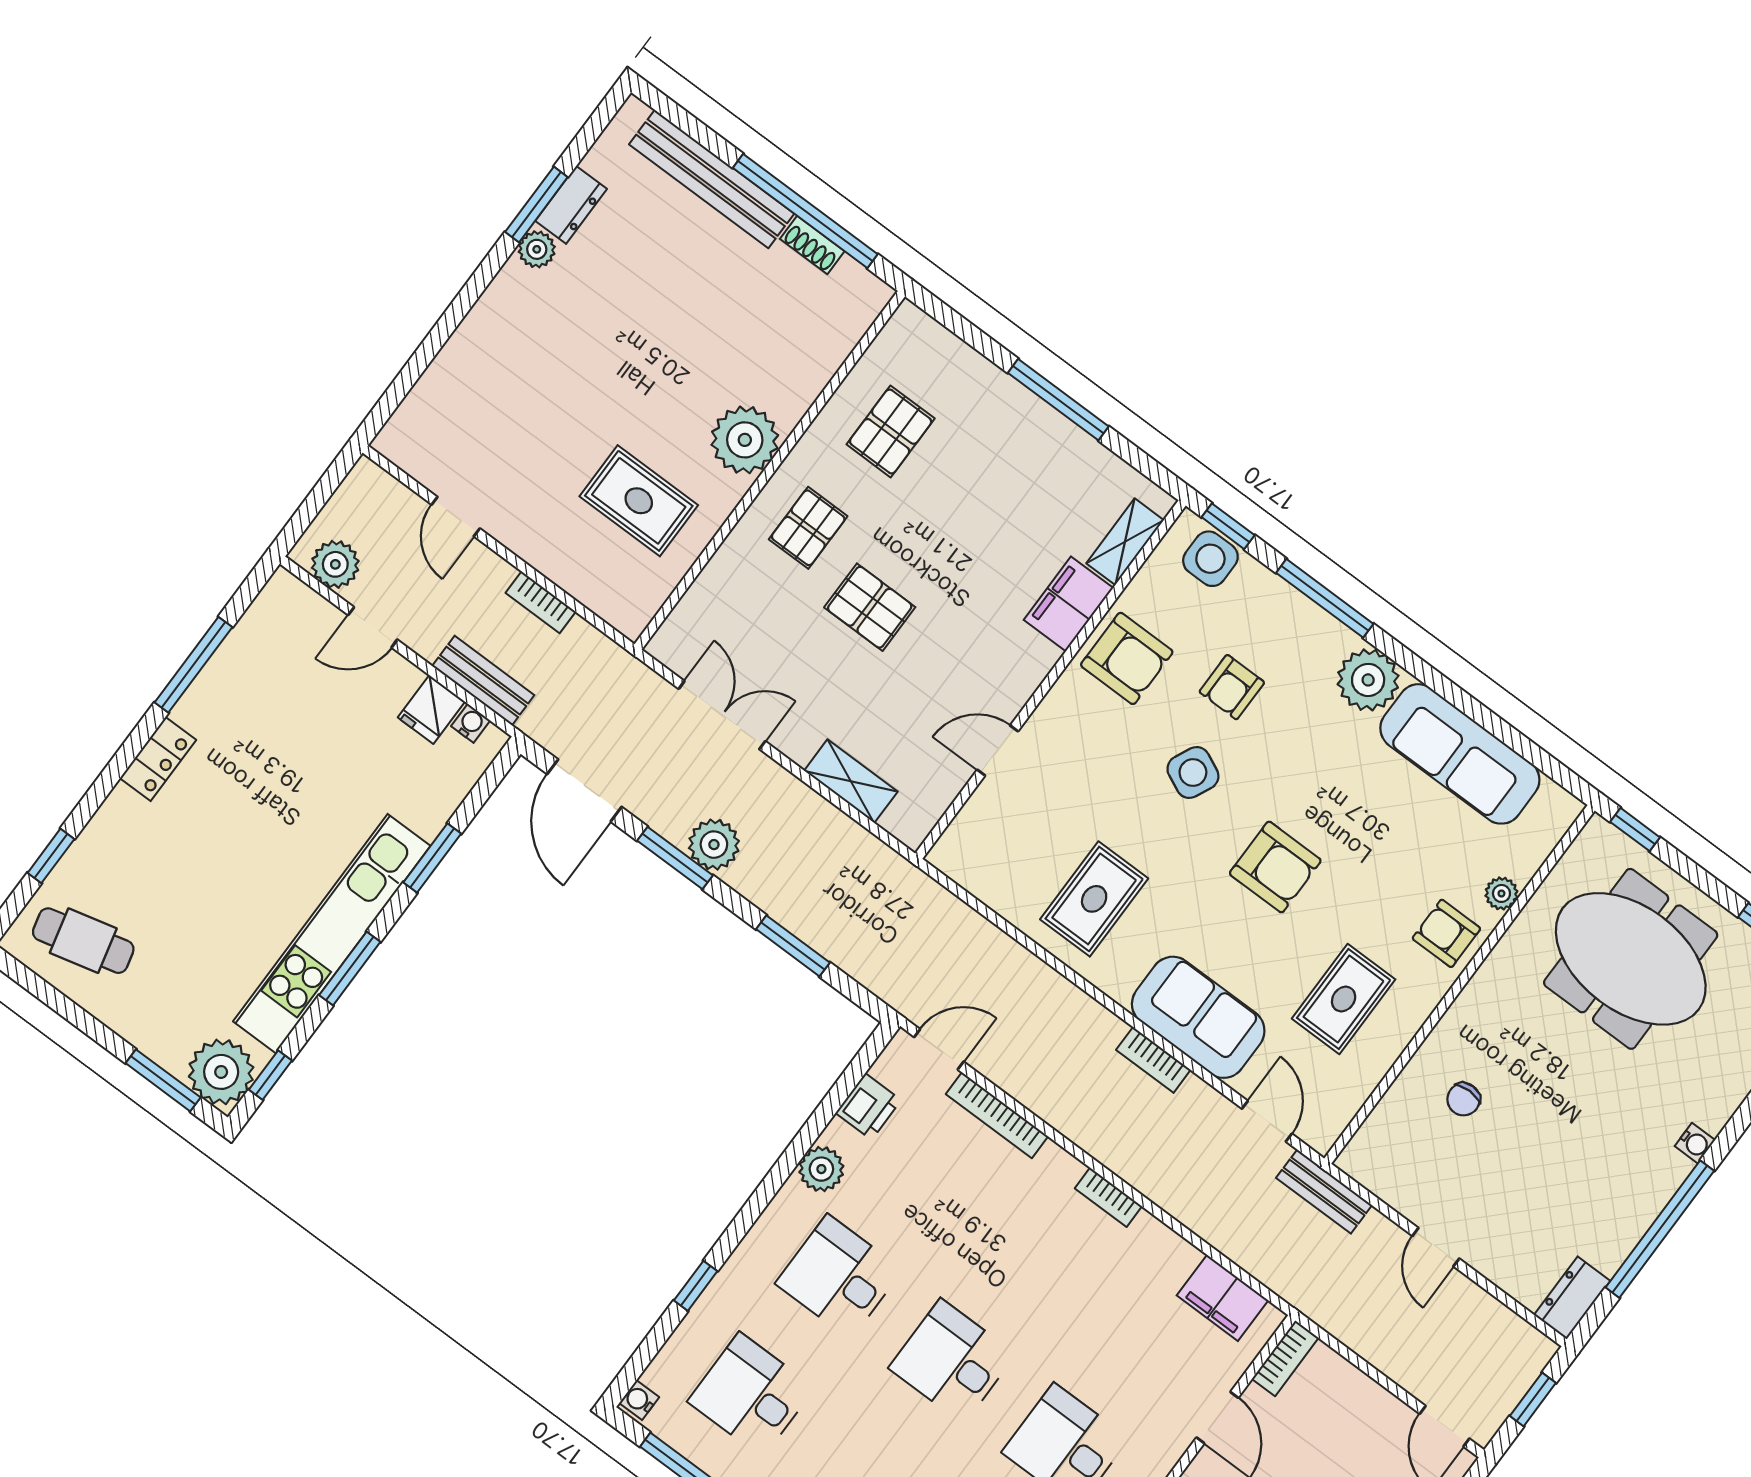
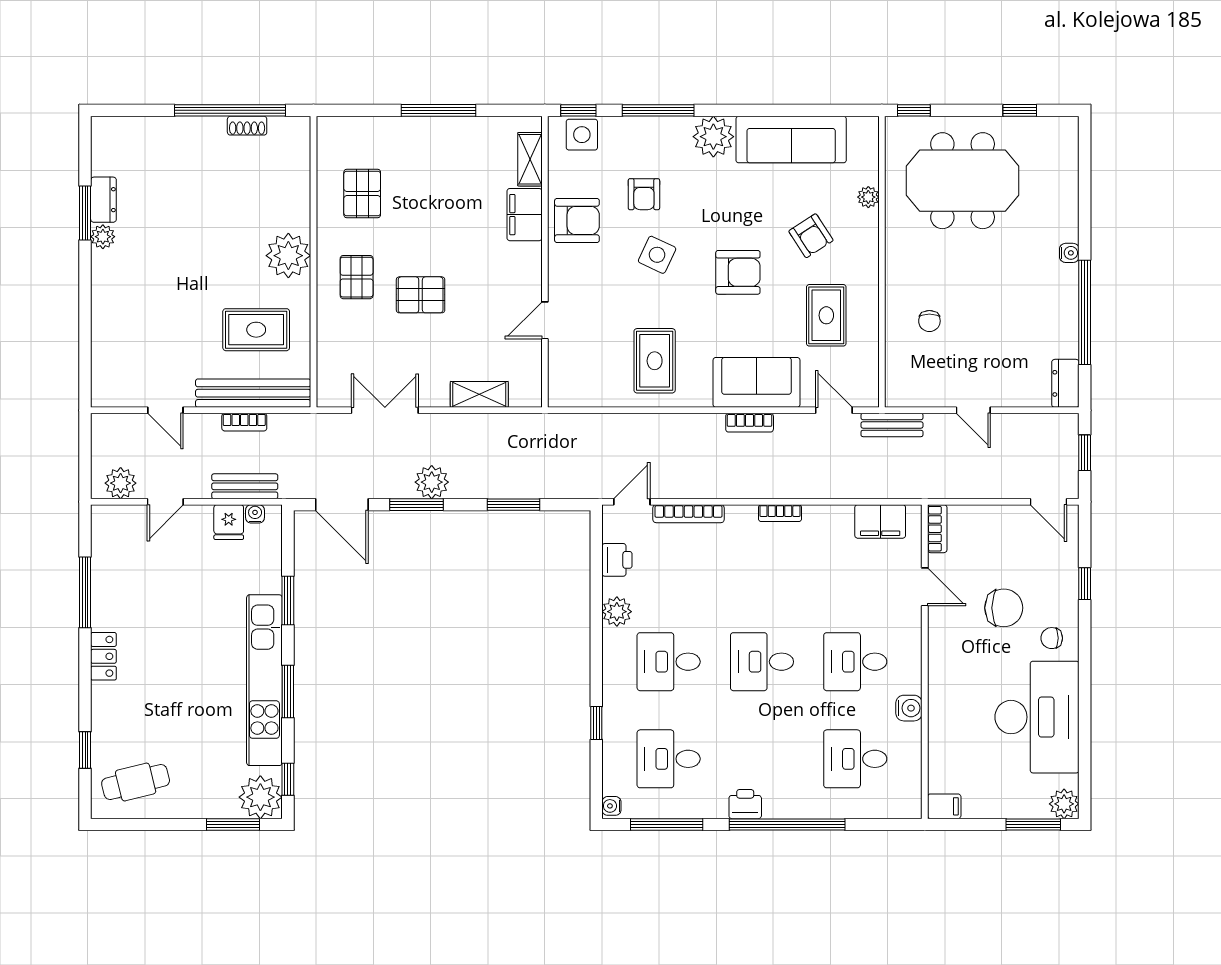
bench: (712, 179) -> (253, 393), moved
armchair: (1446, 933) -> (811, 236), moved, turned -123

